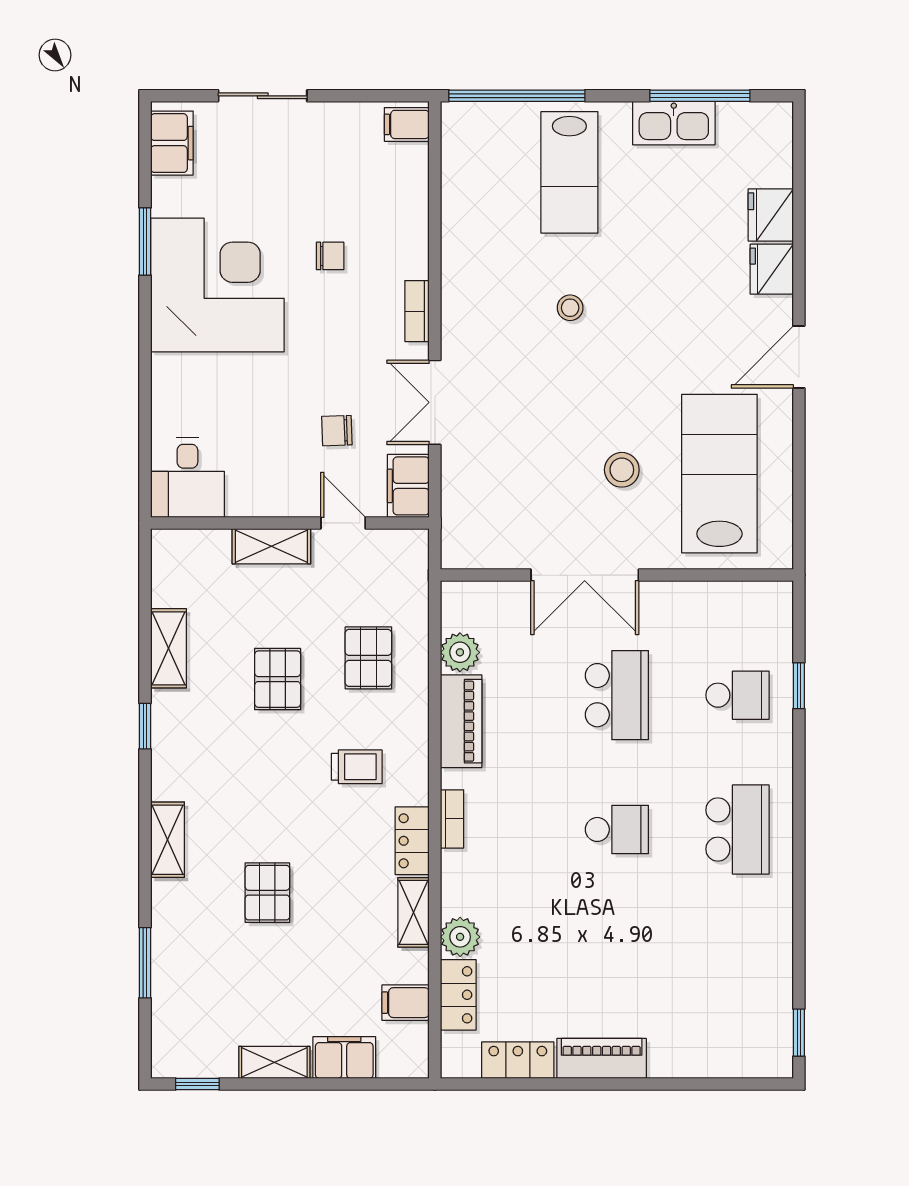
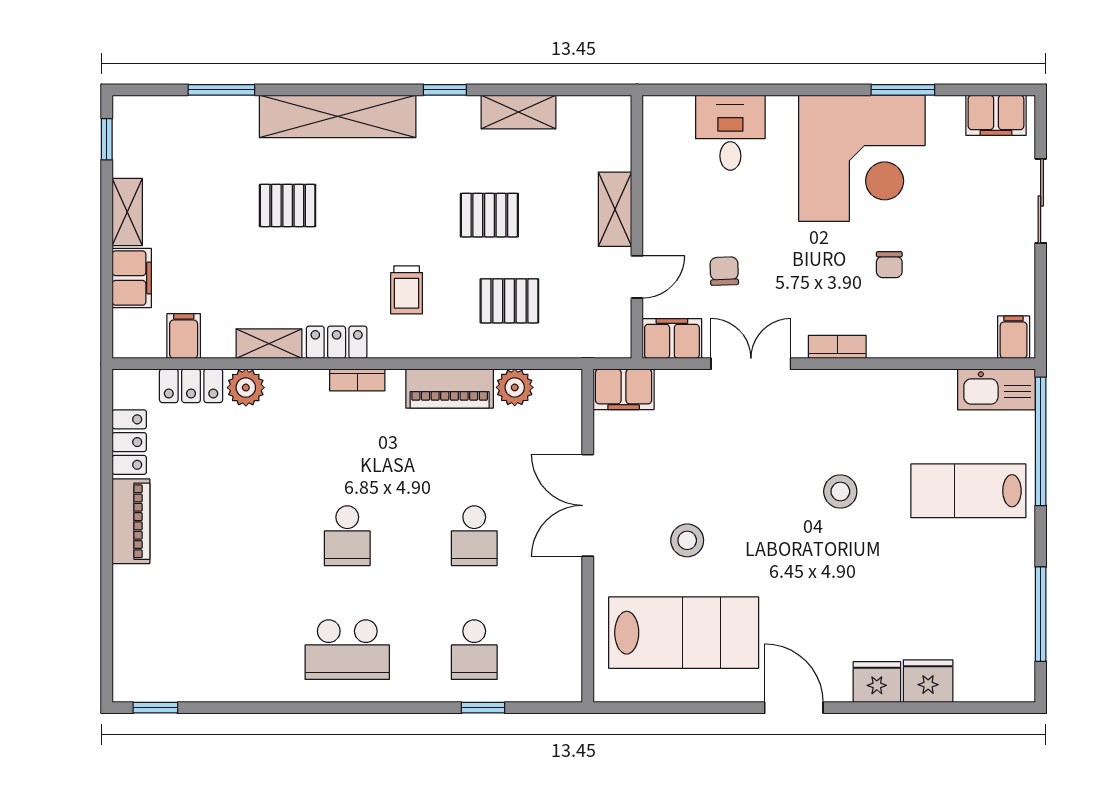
kitchen sink: (674, 123) -> (996, 389), moved, turned -90
stool: (570, 308) -> (840, 492), width x1.37, depth x1.37
desk: (187, 478) -> (730, 133), moved, turned 90
filing cabinet: (462, 537) -> (624, 389), added
school desk: (617, 695) -> (474, 536), width x0.54
shelving: (168, 840) -> (338, 116), width x2.20, depth x1.33

